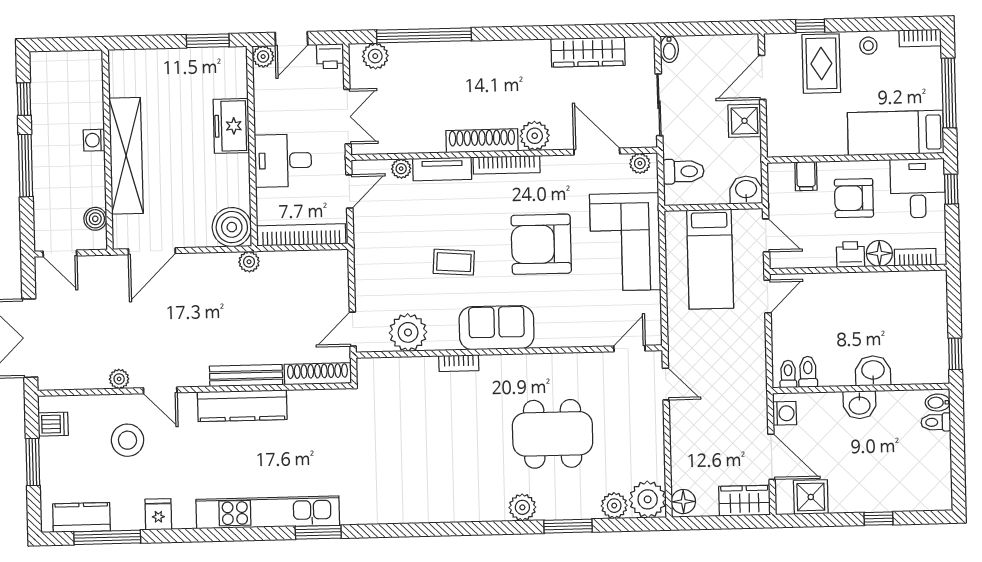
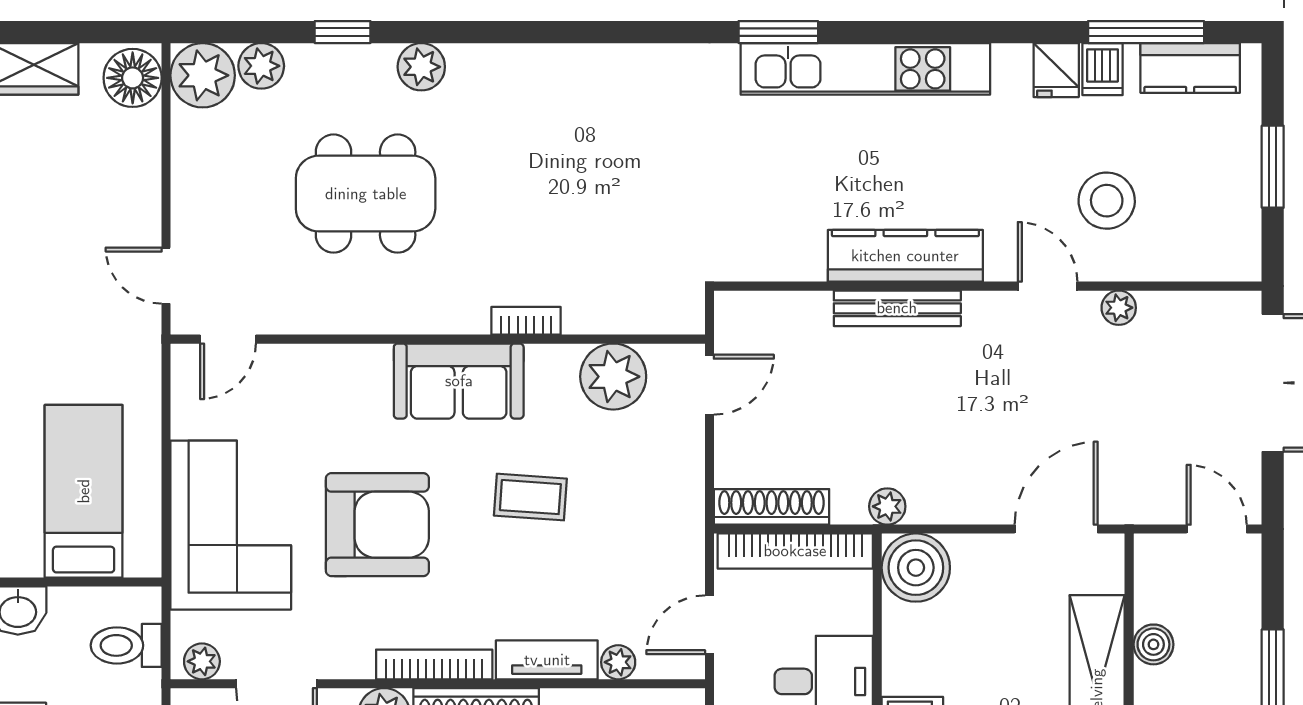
boiler: (95, 219) -> (1153, 644), moved
shoe rack: (318, 374) -> (771, 507), moved, turned 180
dishwasher: (53, 424) -> (1102, 69), moved, turned -90
floor lamp: (683, 502) -> (133, 78), width x1.38, depth x1.38
window: (568, 526) -> (343, 32), width x0.67

